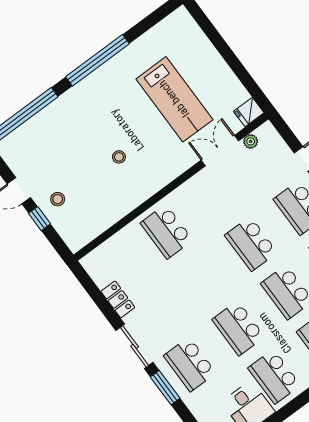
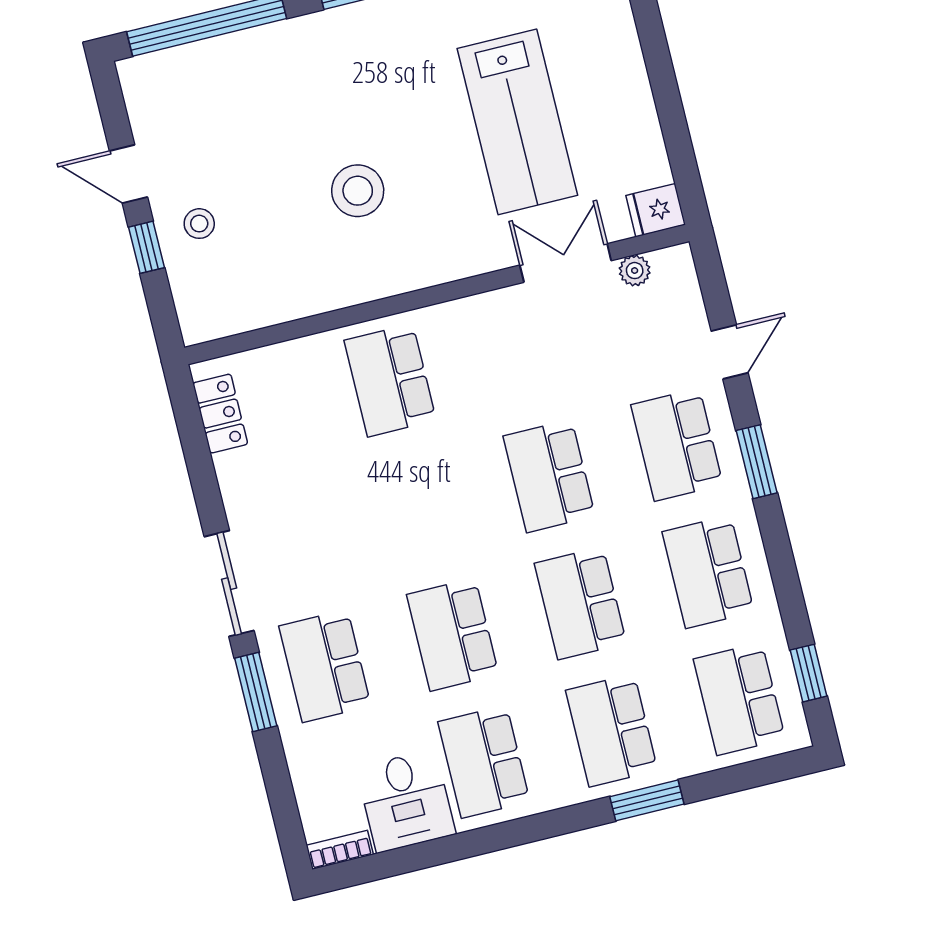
stool: (119, 157) -> (358, 191), width x1.89, depth x1.89
locker: (118, 299) -> (220, 414), moved

